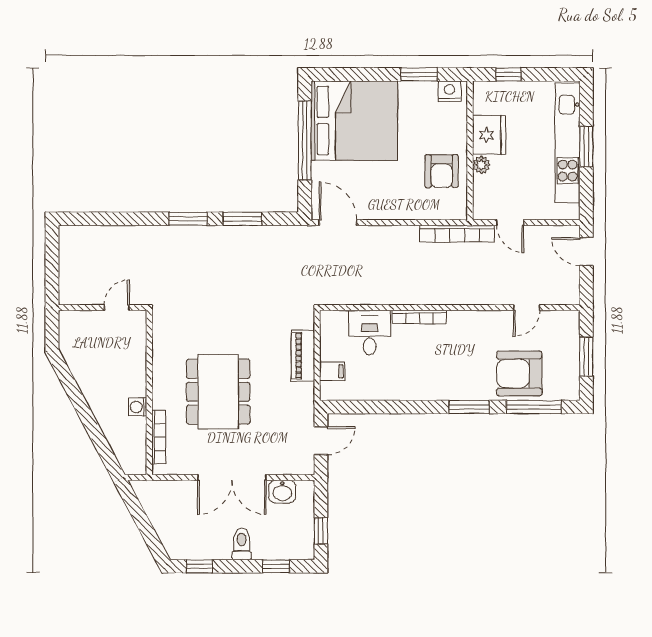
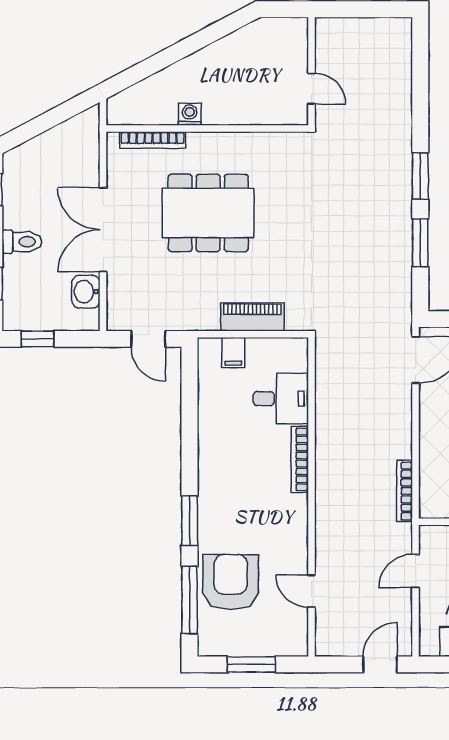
bookcase: (457, 234) -> (405, 491), width x0.68, depth x0.76

